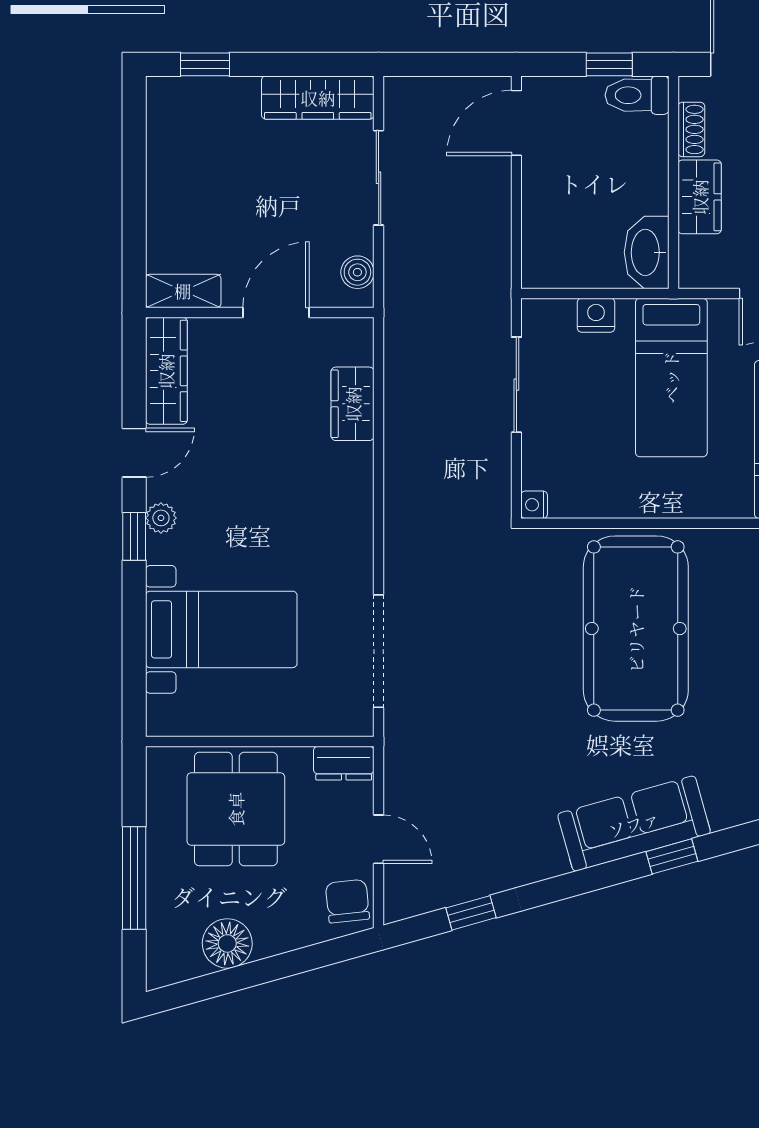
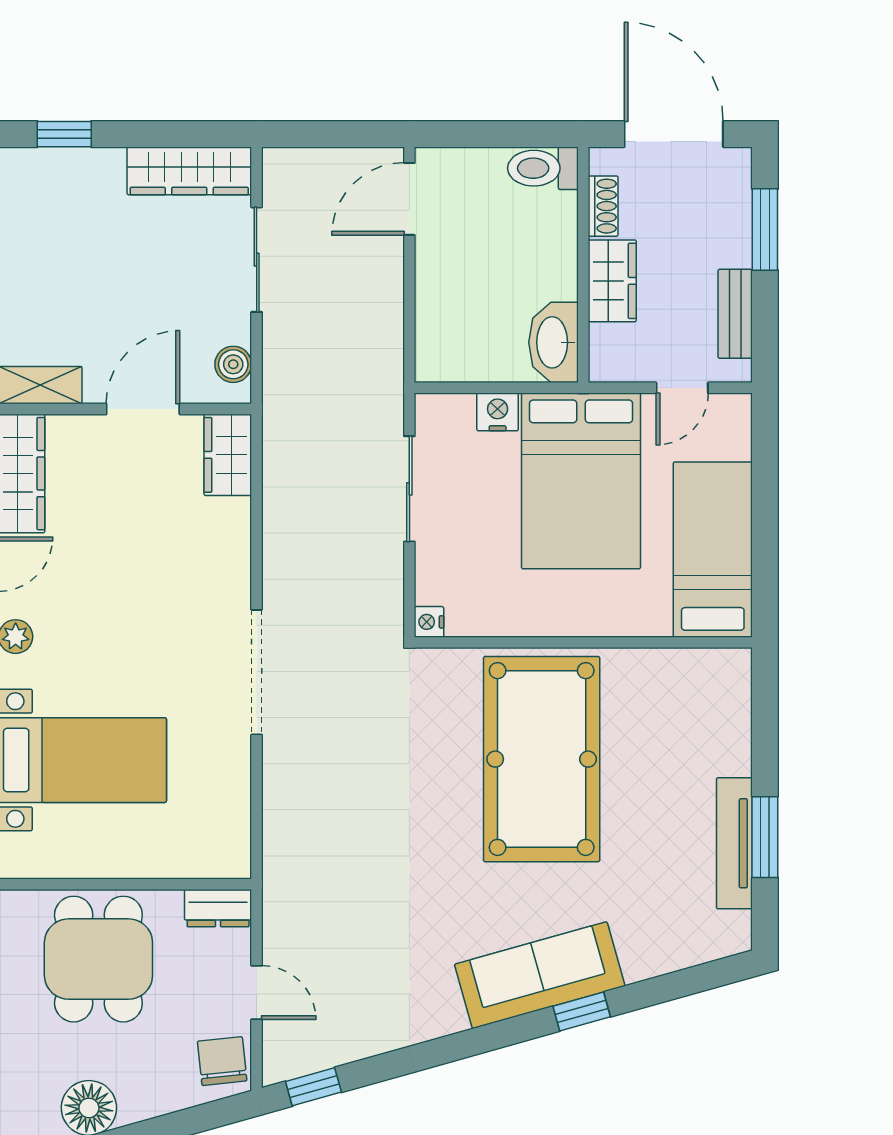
window: (609, 64) -> (512, 134), removed
bed: (671, 377) -> (581, 481), width x1.50
wardrobe: (353, 404) -> (228, 455), moved
doorway: (379, 651) -> (257, 672), moved
window: (471, 913) -> (313, 1087), moved

